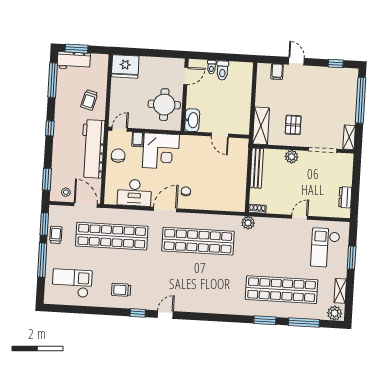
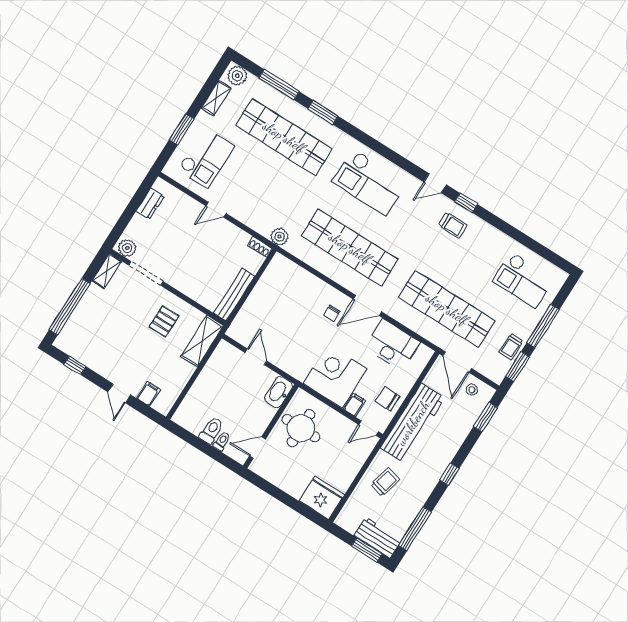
chair: (118, 156) -> (387, 399), turned 90
plant: (291, 157) -> (127, 248), moved
trolley: (121, 290) -> (453, 225), moved
checkout: (209, 291) -> (369, 182), added

